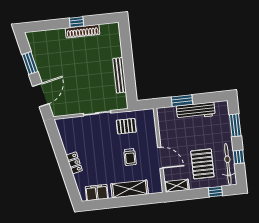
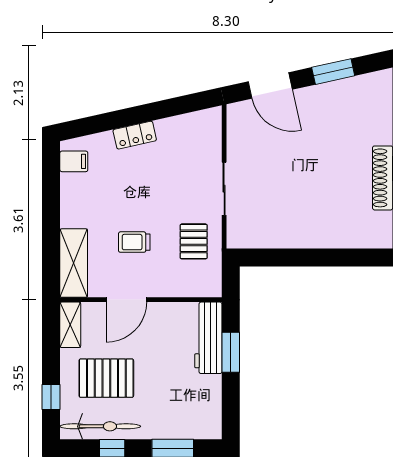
bench: (120, 75) -> (291, 239), removed
workbench: (196, 111) -> (208, 338), moved
shelving: (130, 189) -> (74, 263), moved
filing cabinet: (97, 193) -> (74, 161), width x0.50

